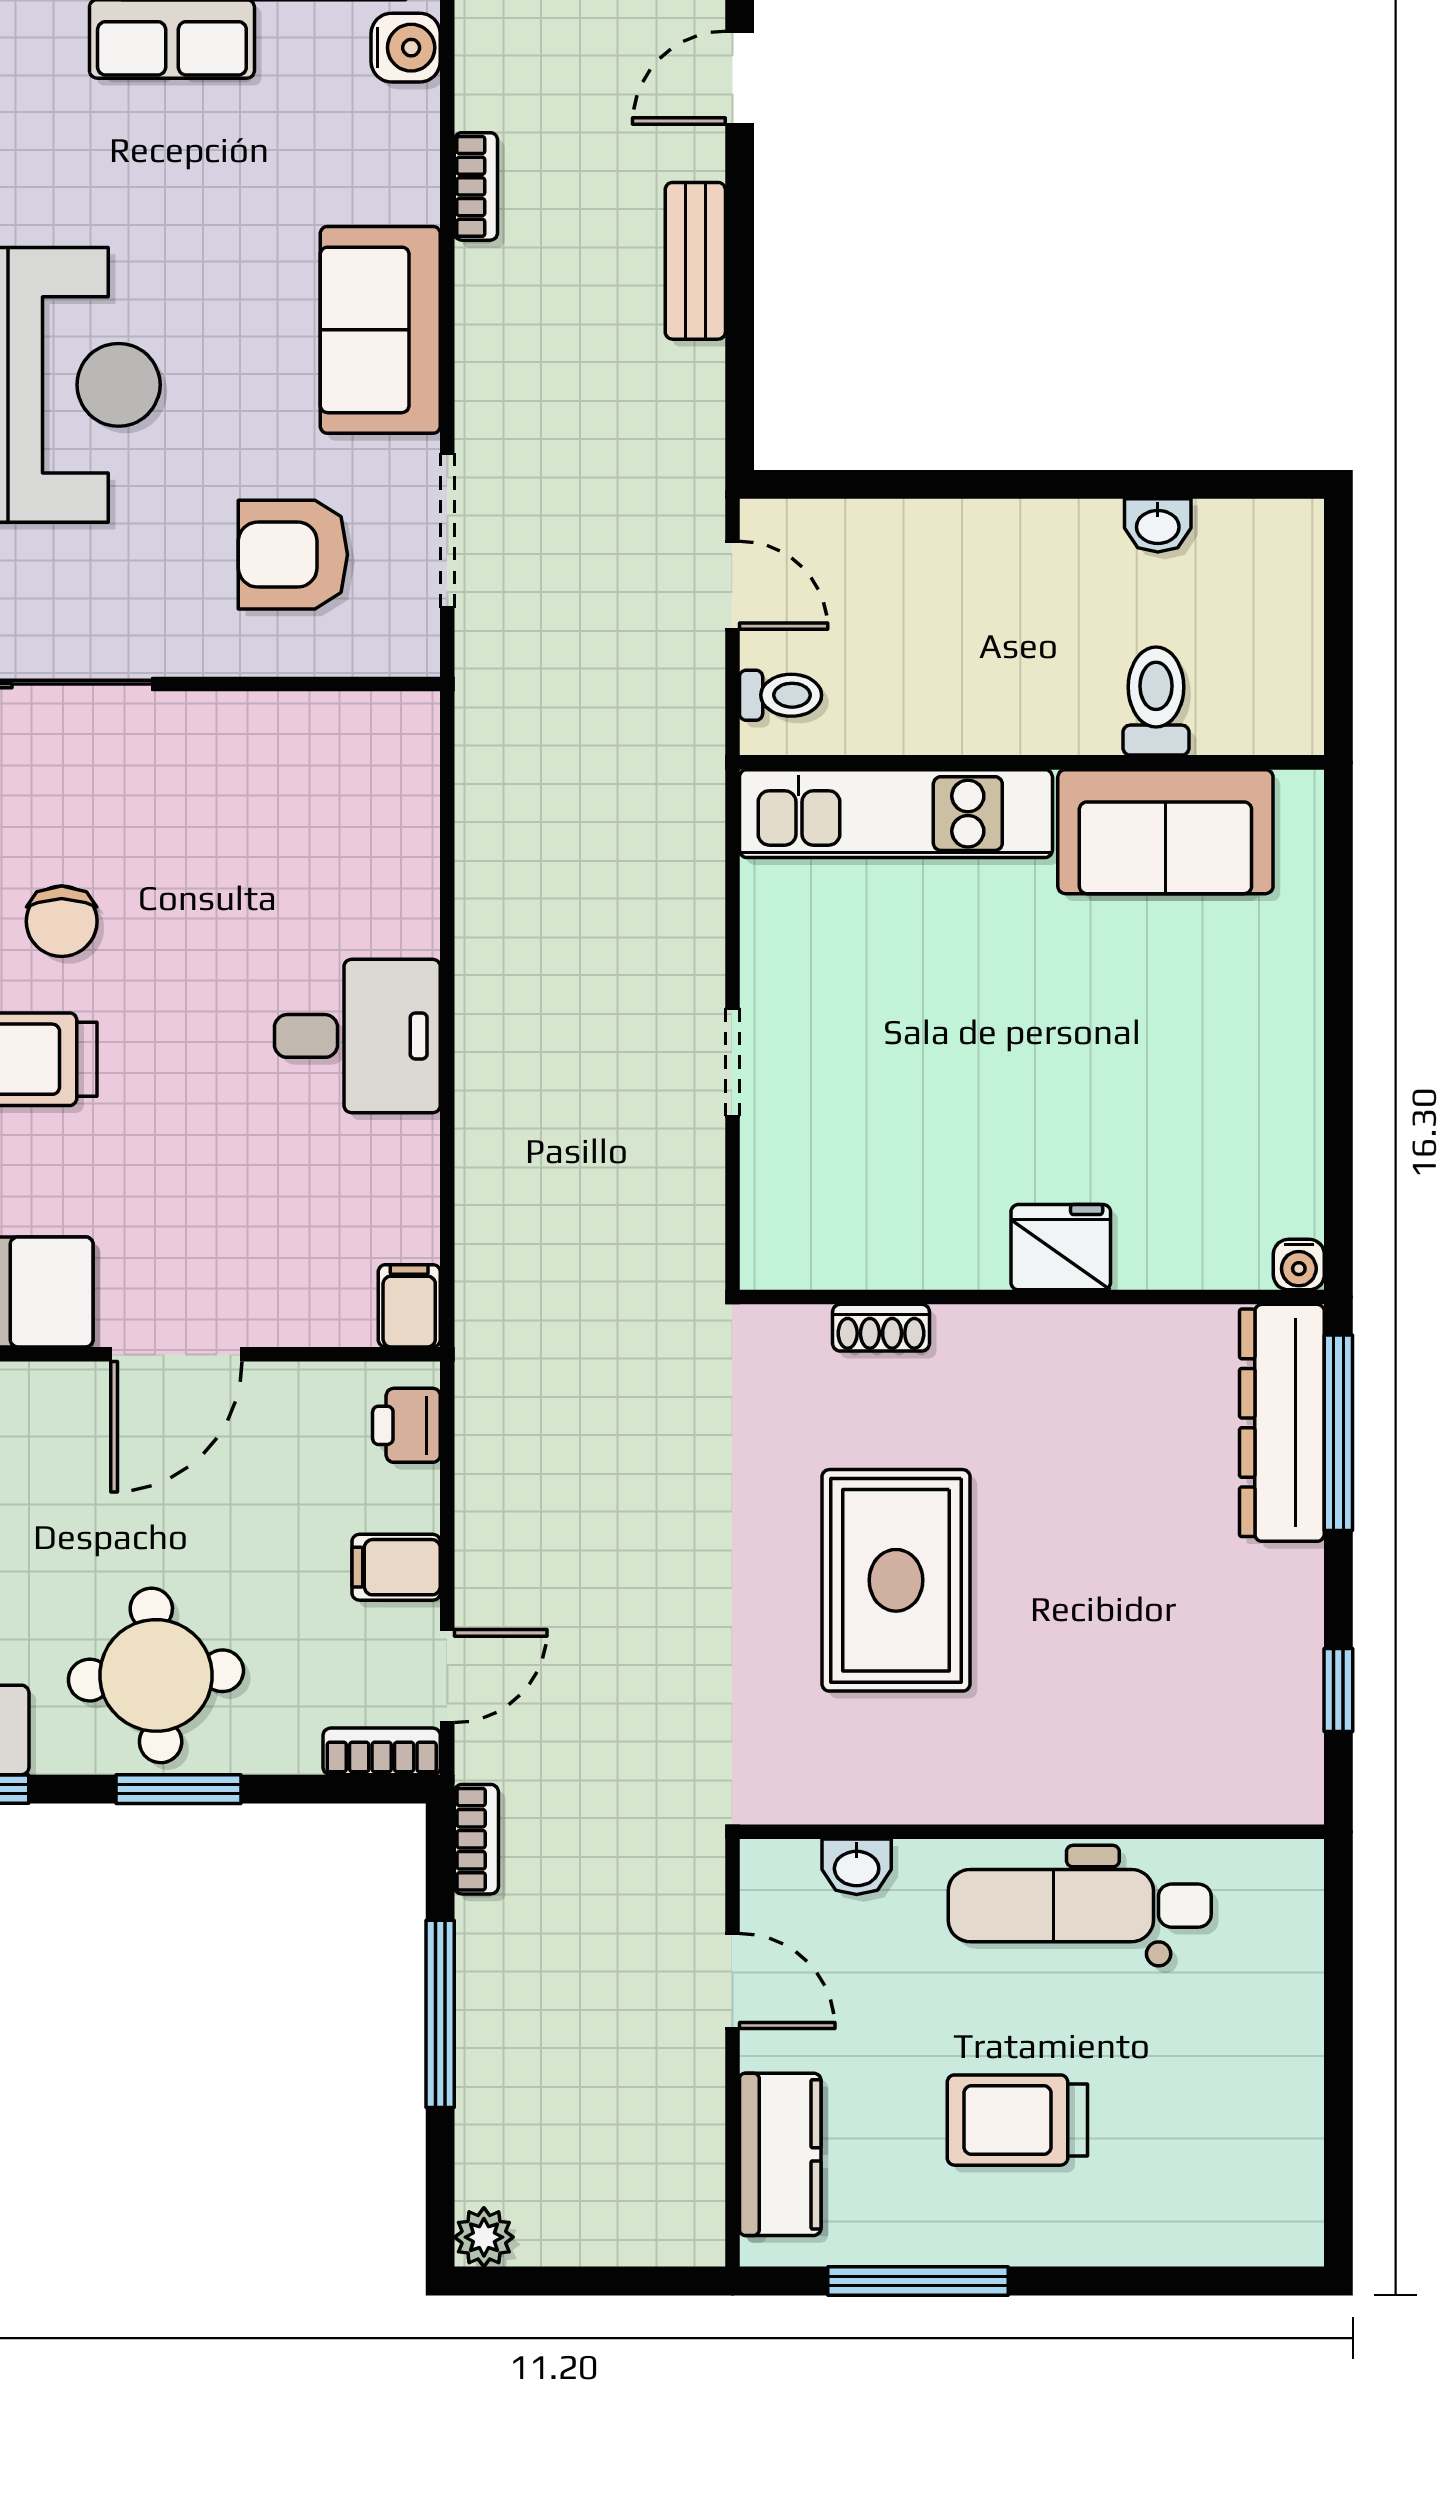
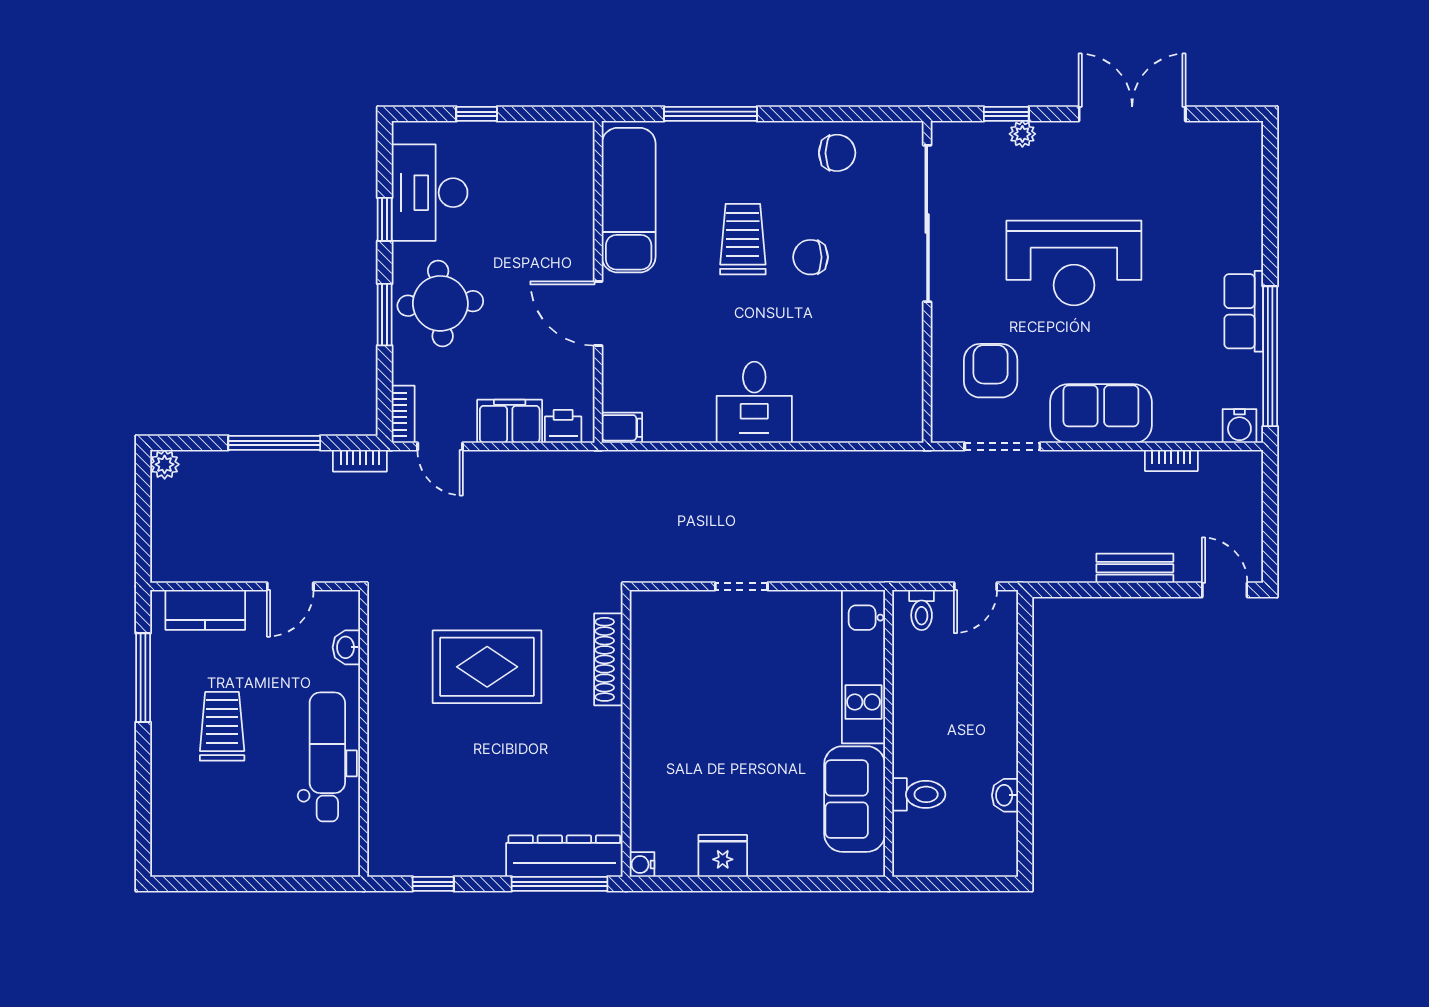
fridge: (1061, 1247) -> (723, 856), moved, turned -90
shoe rack: (881, 1328) -> (608, 659), width x1.94, depth x1.24
filing cabinet: (396, 1567) -> (510, 421), width x2.00

